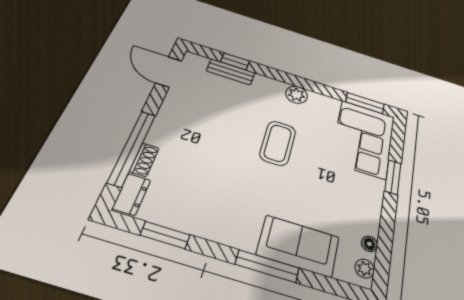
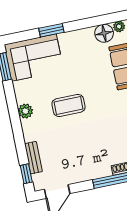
window: (235, 61) -> (26, 174), moved
floor lamp: (369, 244) -> (104, 33), width x1.89, depth x1.89

